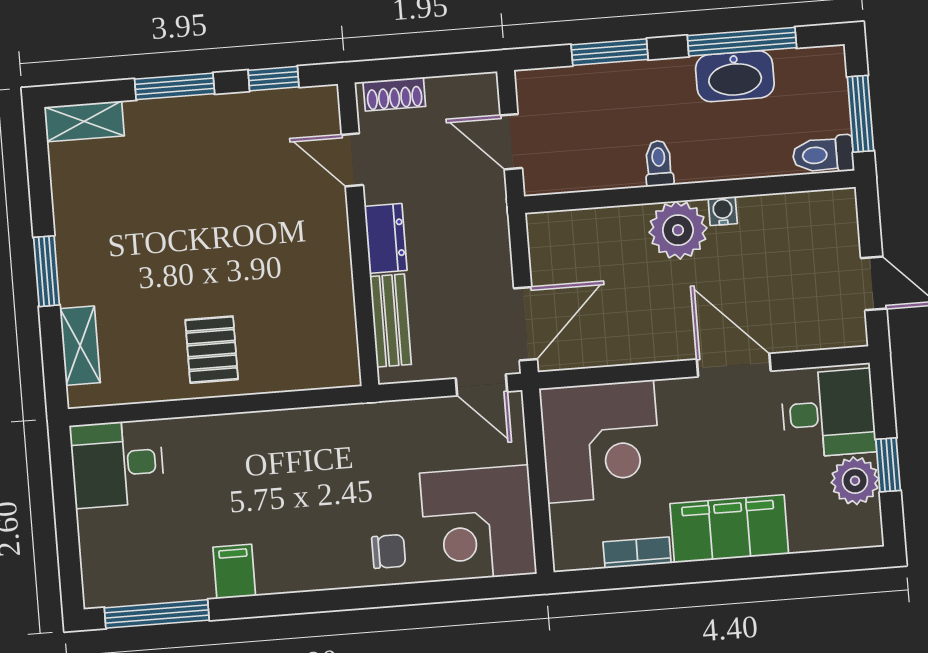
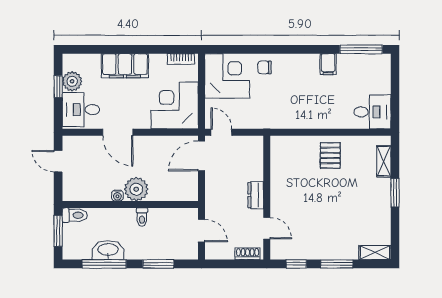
bench: (391, 320) -> (256, 162), removed
bookcase: (637, 553) -> (181, 59), moved

